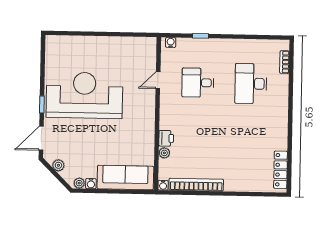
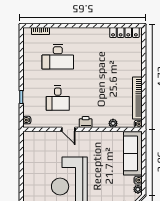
door: (158, 80) -> (68, 129), moved
printer: (166, 138) -> (86, 122), moved

